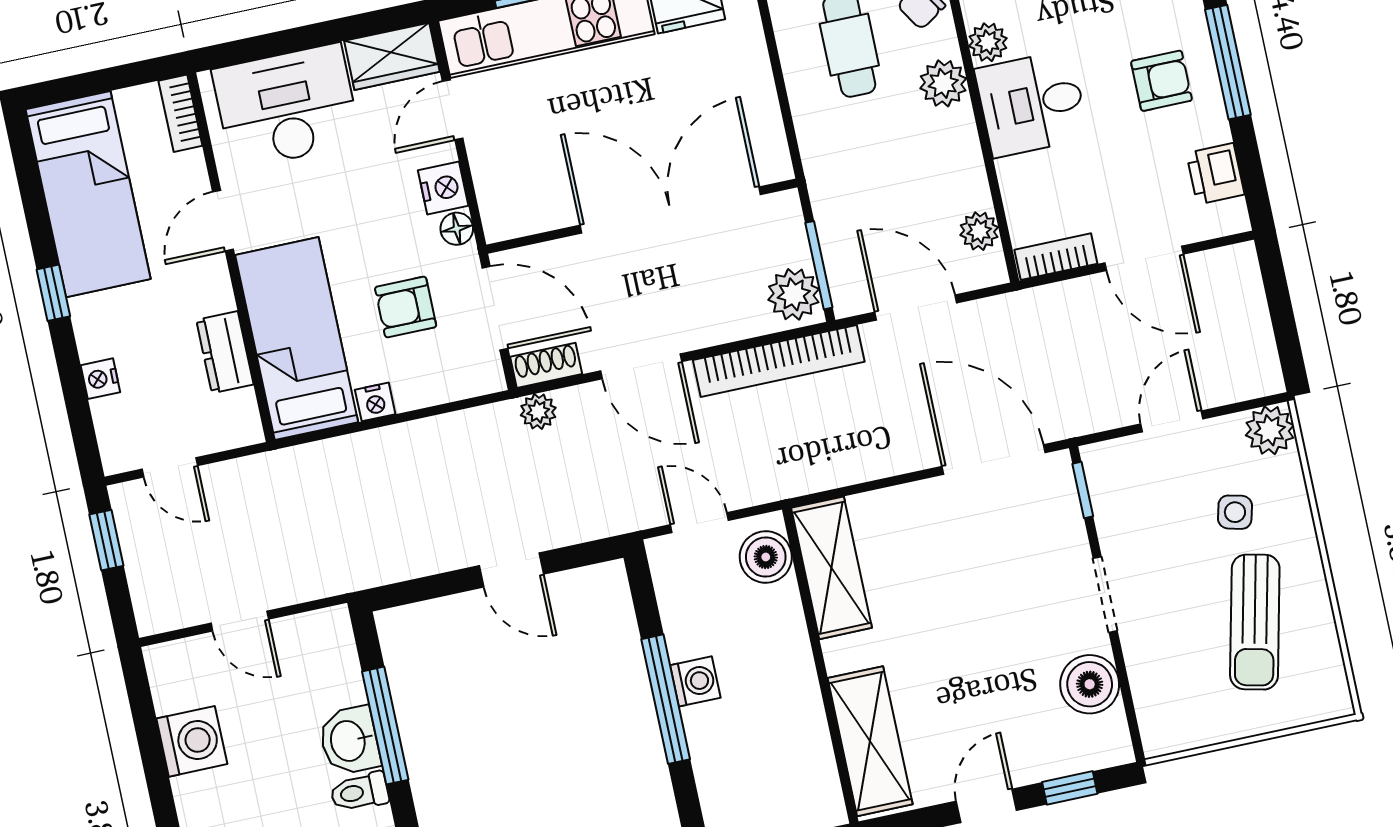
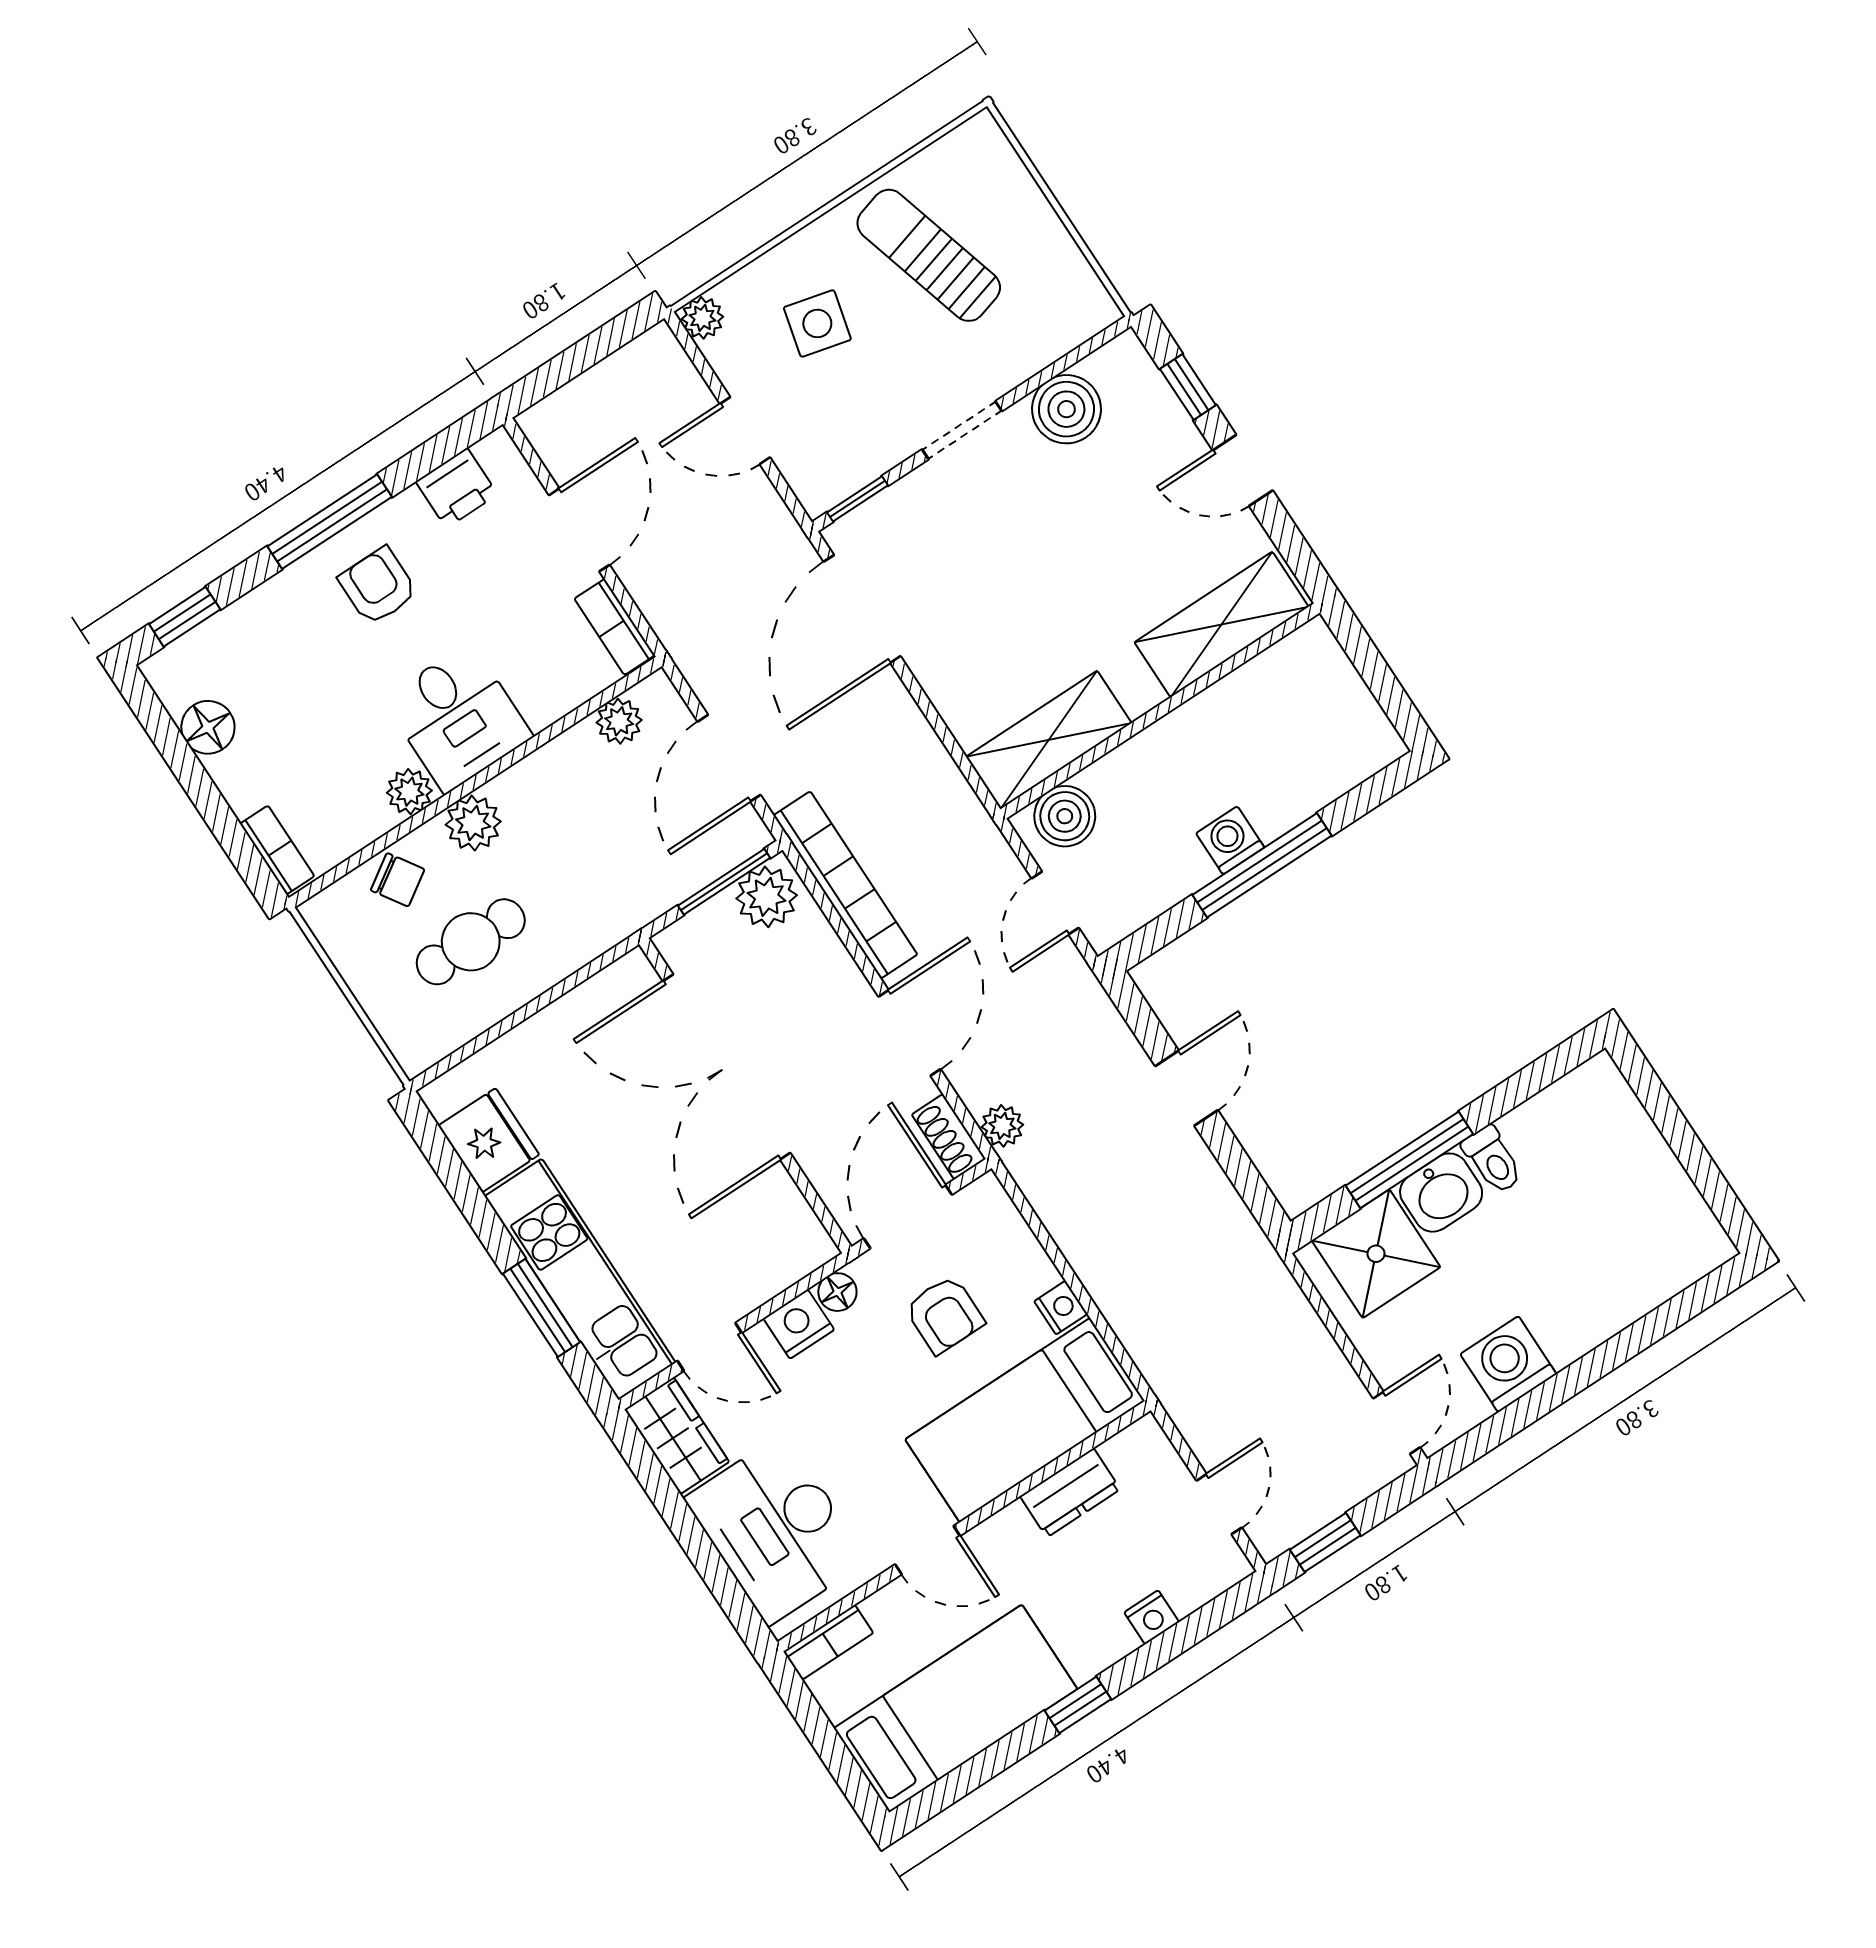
plant: (1270, 430) -> (702, 318), width x0.73, depth x0.73
side table: (1235, 512) -> (817, 323), width x1.37, depth x1.37
door: (240, 621) -> (1397, 1423), moved
sun lounger: (1255, 622) -> (929, 255), turned -119
shower: (321, 670) -> (1376, 1254), added

